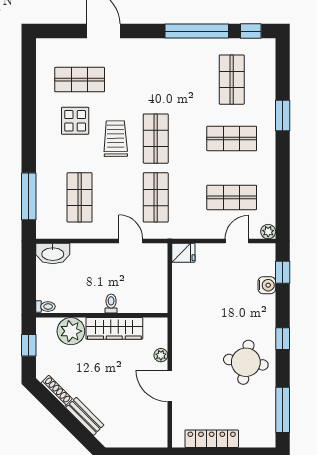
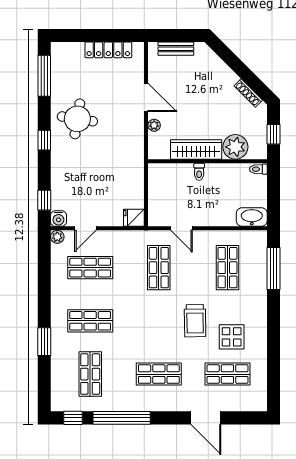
shop shelf: (156, 139) -> (159, 374), moved, turned 90
water cooler: (267, 285) -> (58, 219), moved, turned -90
bench: (85, 416) -> (176, 49), moved, turned -45

